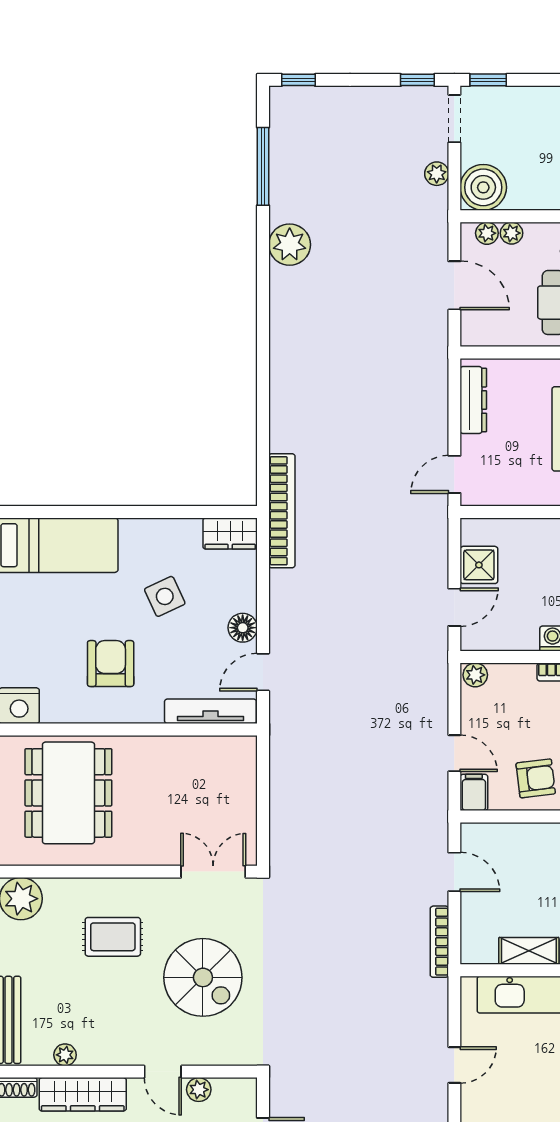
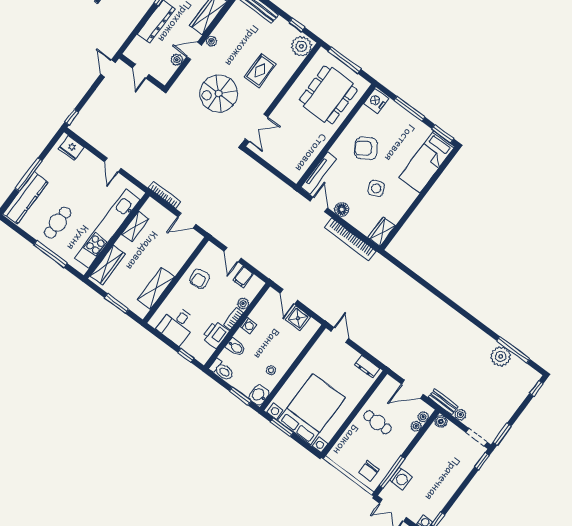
window: (417, 80) -> (502, 434), width x1.50
boiler: (483, 187) -> (441, 421), width x0.54, depth x0.54
bench: (437, 219) -> (443, 402), added
plant: (290, 245) -> (501, 356), moved
dresser: (473, 400) -> (367, 367), width x0.70
bookcase: (282, 511) -> (350, 239), moved
armchair: (111, 664) -> (366, 148), turned 148
plant: (475, 675) -> (243, 304), moved
door: (454, 753) -> (233, 255), hinge flipped
filing cabinet: (474, 792) -> (243, 277), moved, turned 90
dining table: (68, 793) -> (328, 95), turned 90
plant: (65, 1055) -> (211, 41), moved

